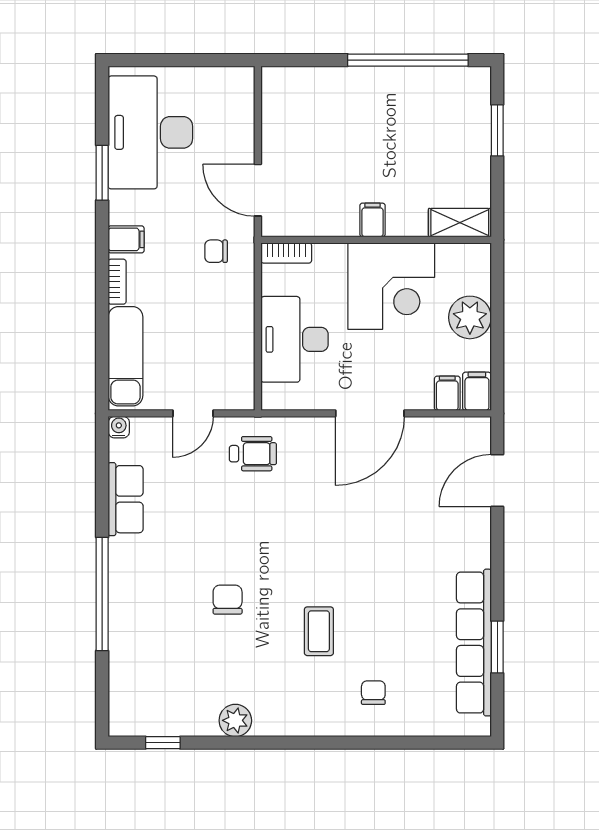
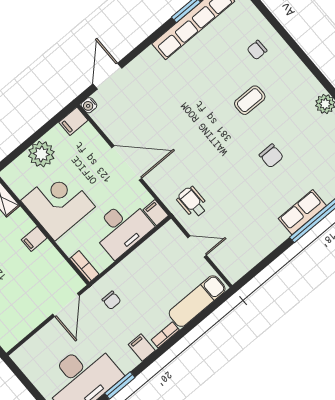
filing cabinet: (447, 393) -> (156, 213), moved, turned 90
water cooler: (119, 427) -> (89, 105), moved
door: (497, 480) -> (107, 76), swing flipped
row of seats: (126, 499) -> (302, 212), moved
chair: (228, 600) -> (271, 156), turned -90

